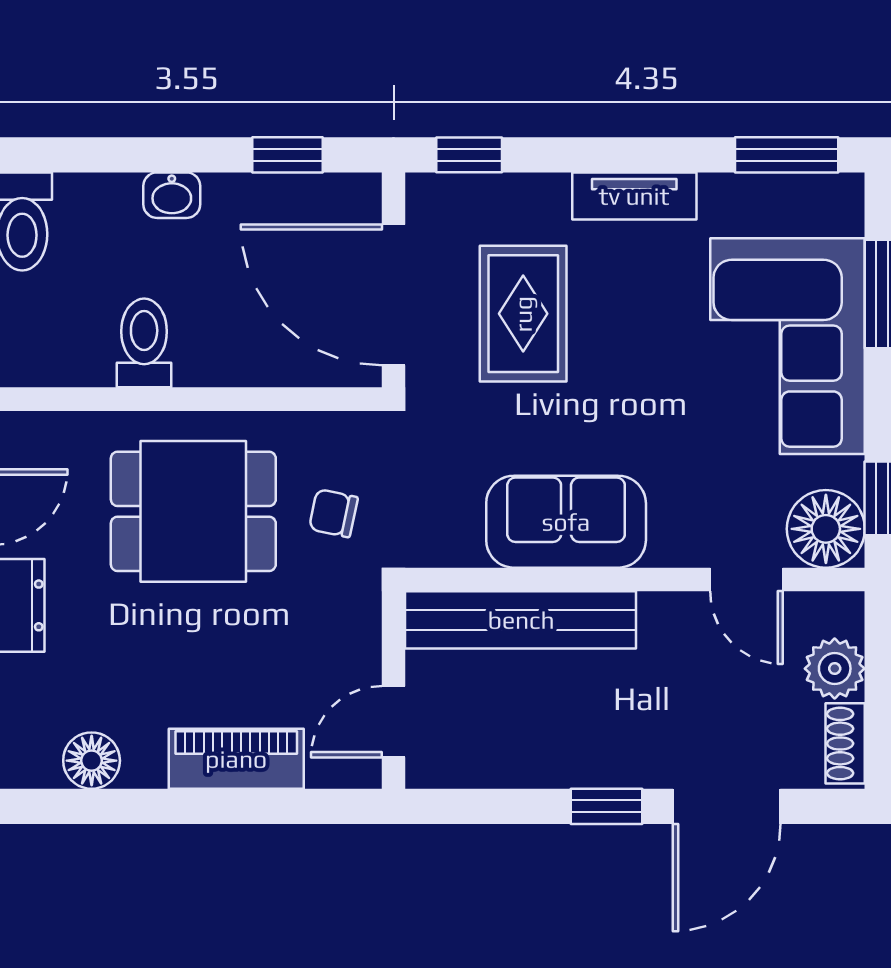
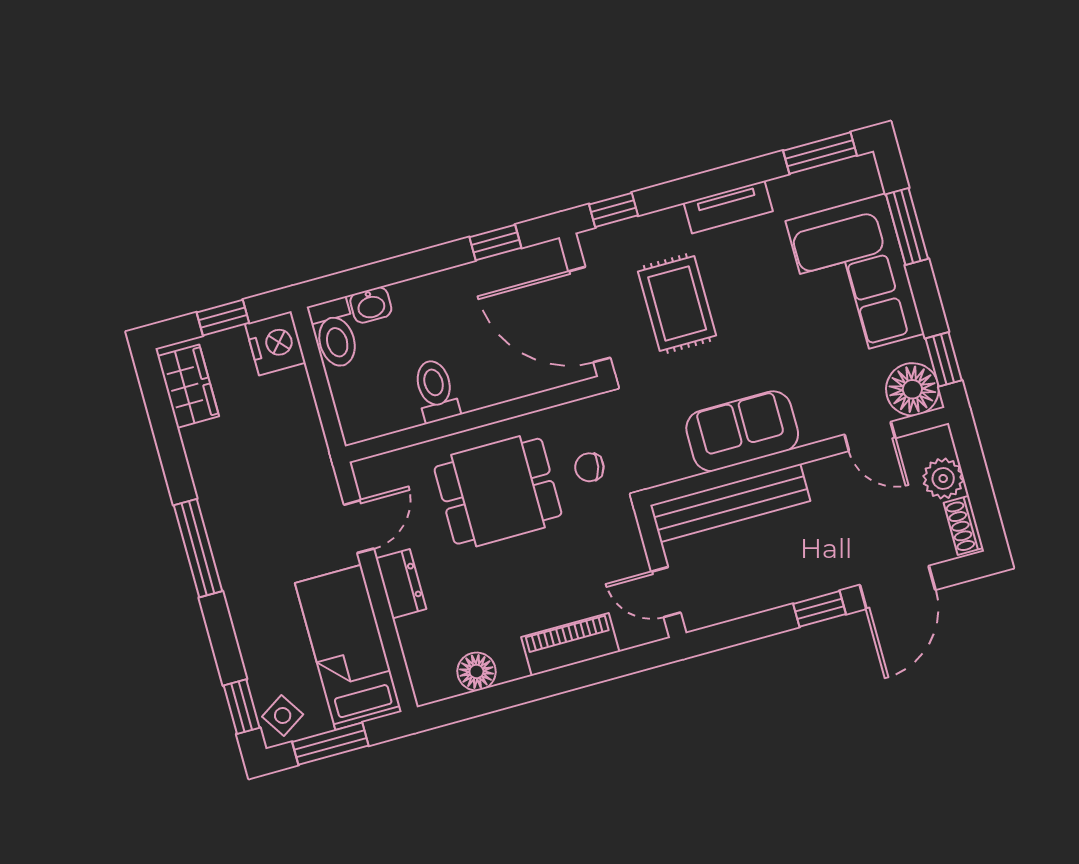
washbasin: (172, 195) -> (371, 305), moved
door: (394, 722) -> (666, 592), hinge flipped

